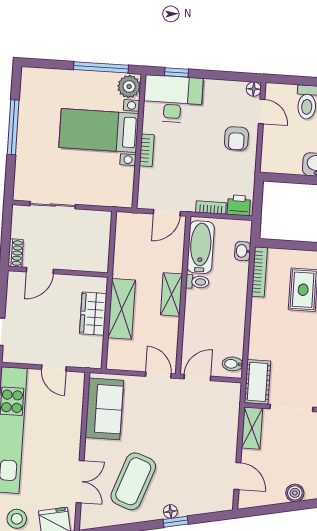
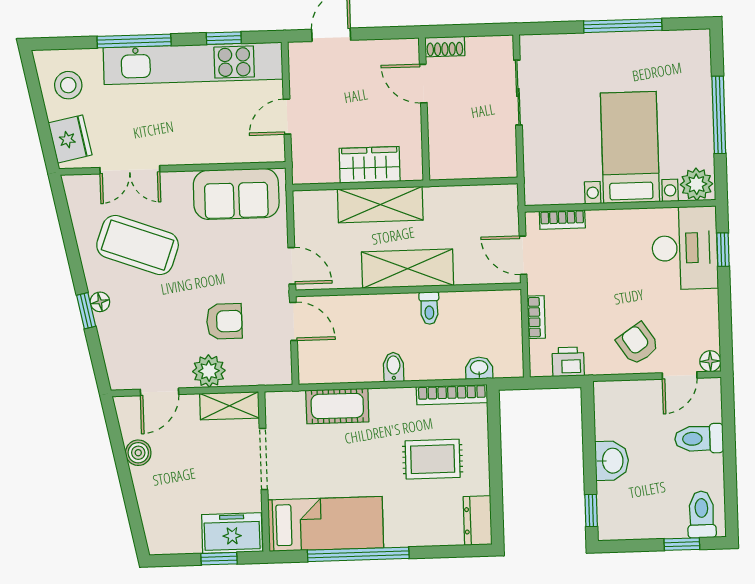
window: (101, 67) -> (719, 115), moved
armchair: (236, 138) -> (638, 344), turned 56
bookcase: (147, 150) -> (562, 220), moved
printer: (239, 205) -> (568, 362), moved, turned -90
bathtub: (201, 247) -> (479, 308), removed
shelving: (171, 294) -> (408, 269), width x1.50, depth x1.33
bidet: (233, 364) -> (394, 367), moved
door: (158, 375) -> (292, 266), hinge flipped
cot: (258, 382) -> (337, 406), moved
armchair: (192, 426) -> (224, 321), added
plant: (226, 440) -> (209, 371), added
boiler: (295, 493) -> (138, 453), moved

